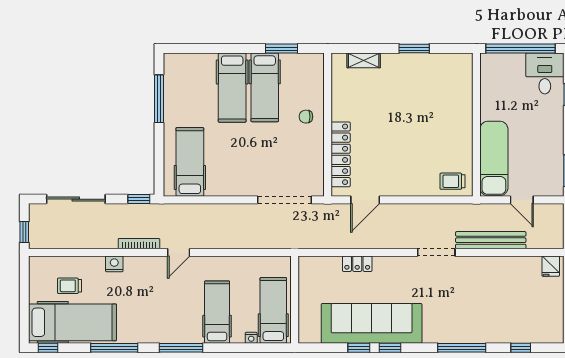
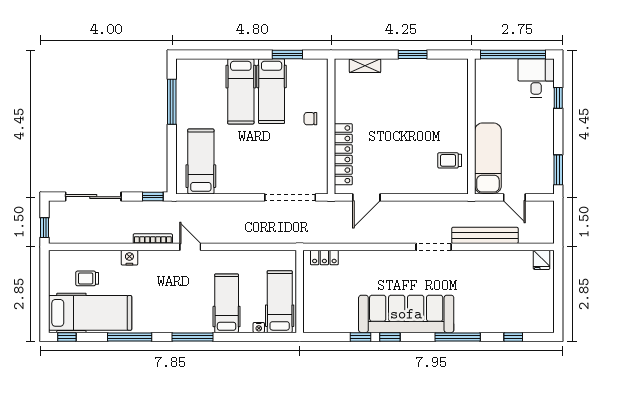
trolley: (452, 181) -> (450, 160), moved
door: (179, 252) -> (190, 247), swing flipped
locker: (357, 264) -> (324, 258), moved
sofa: (372, 323) -> (406, 314), moved

